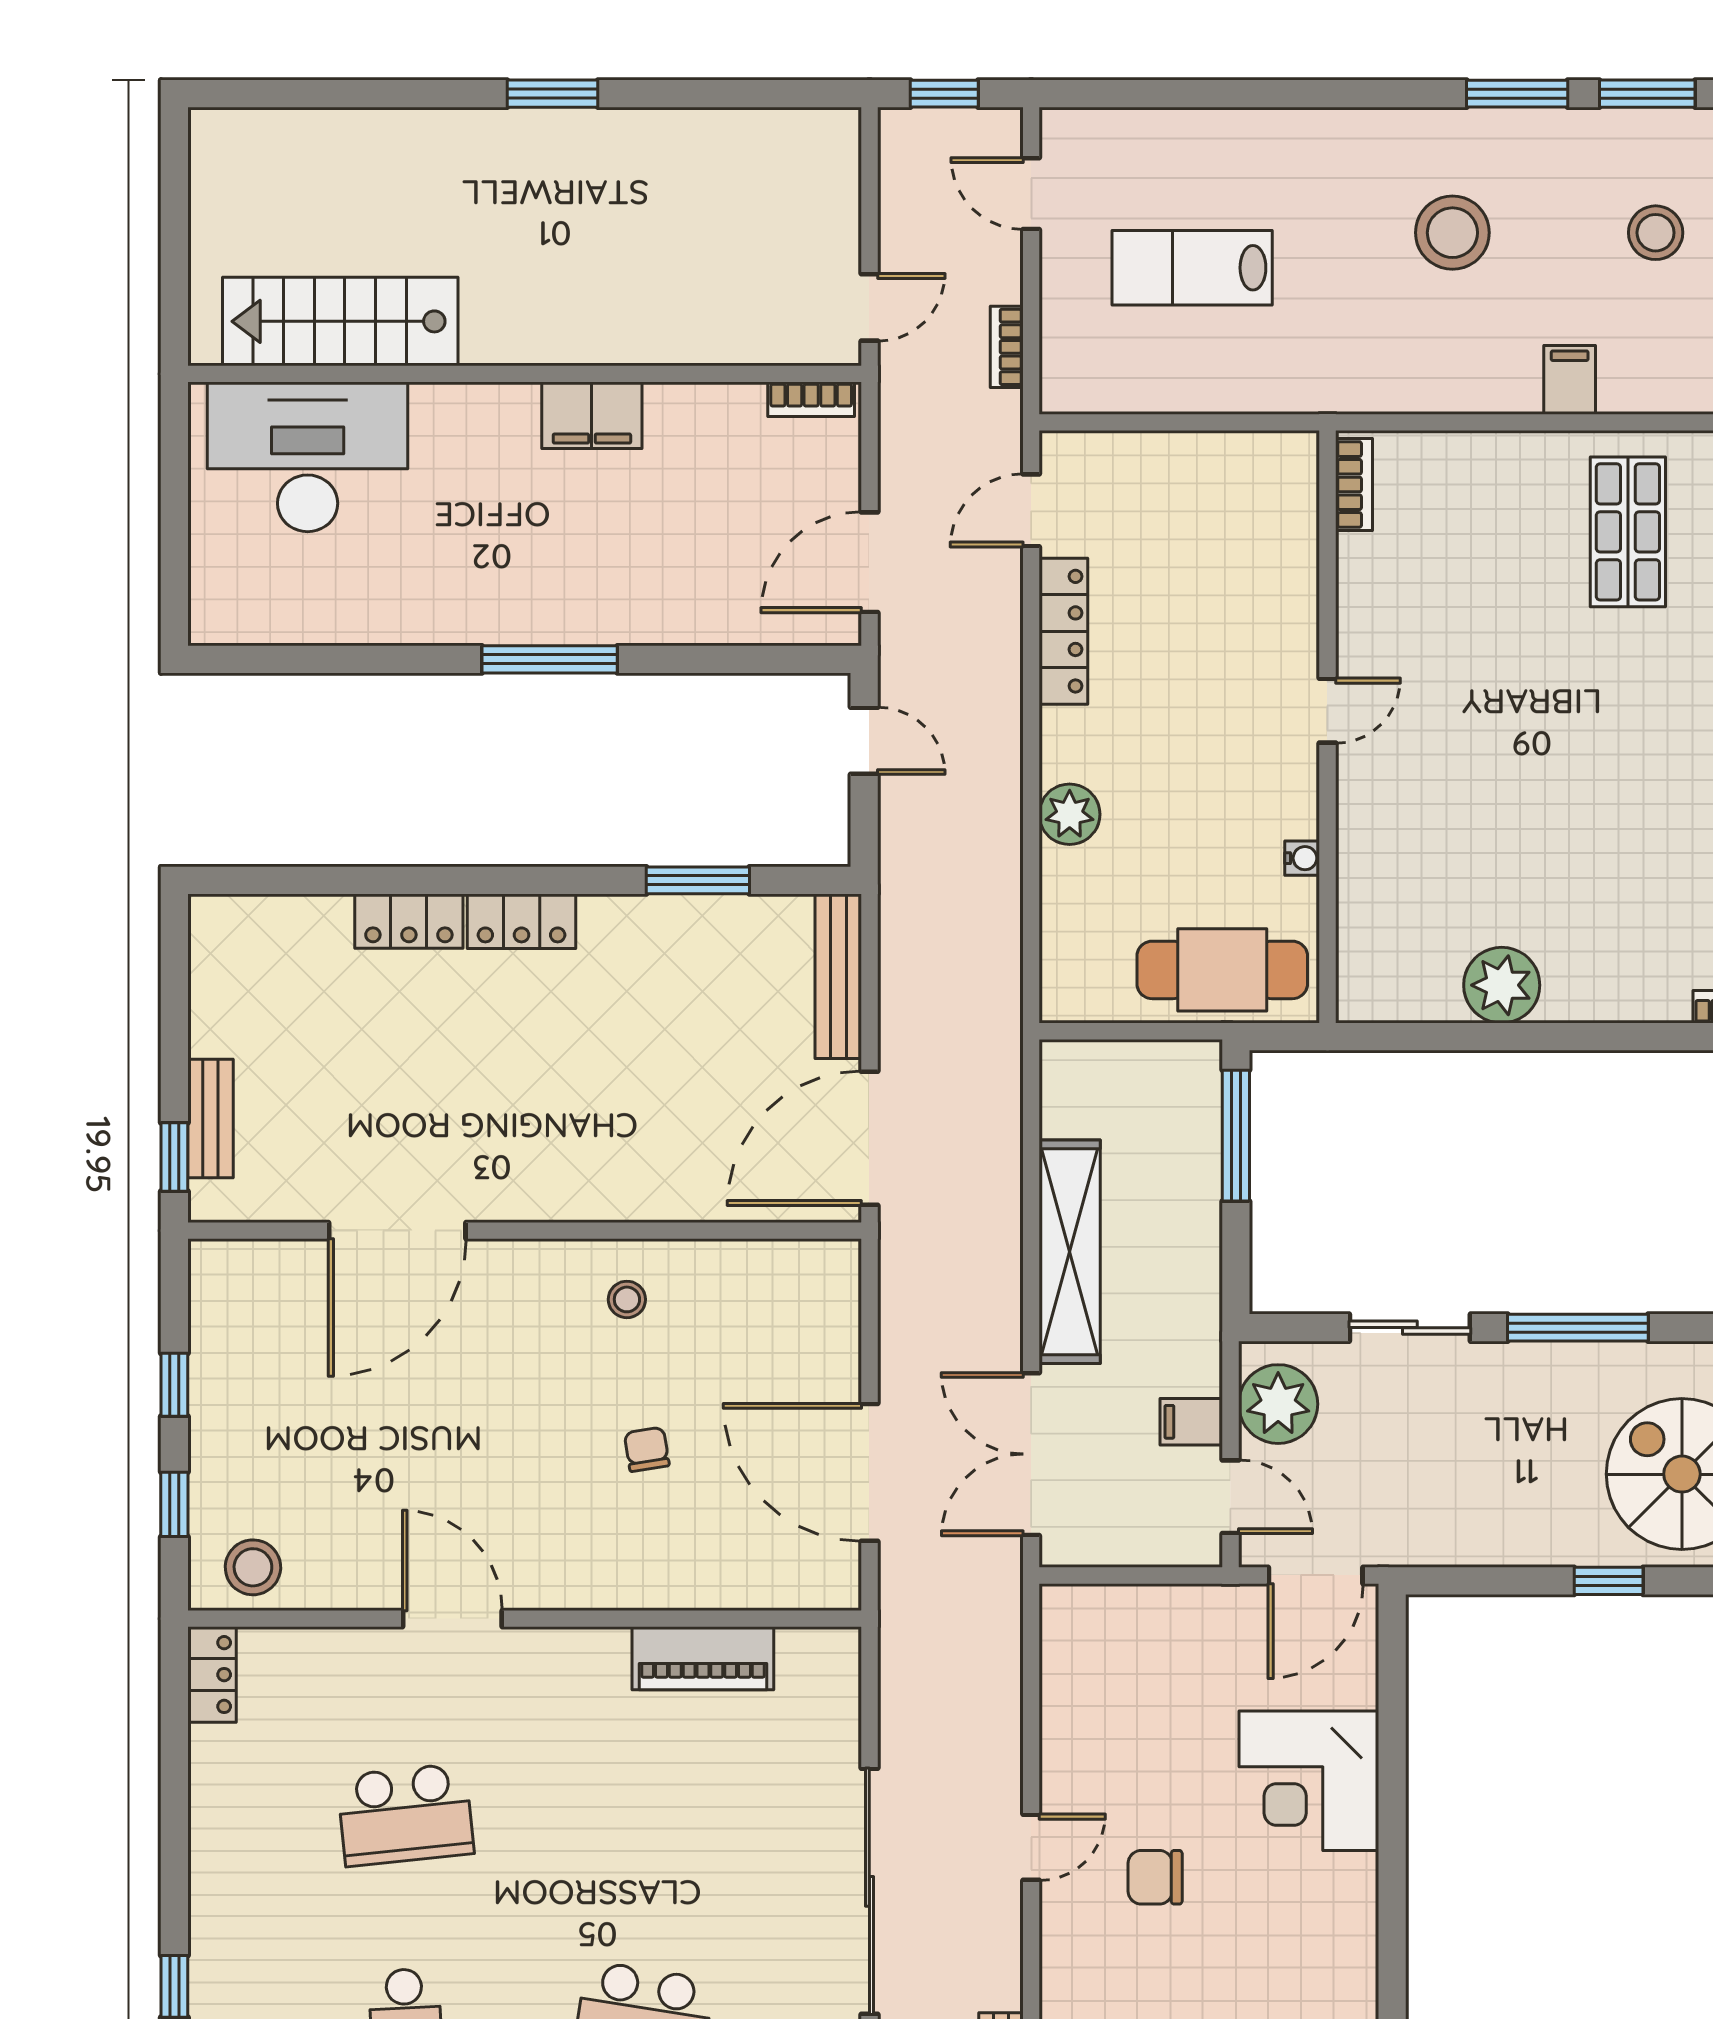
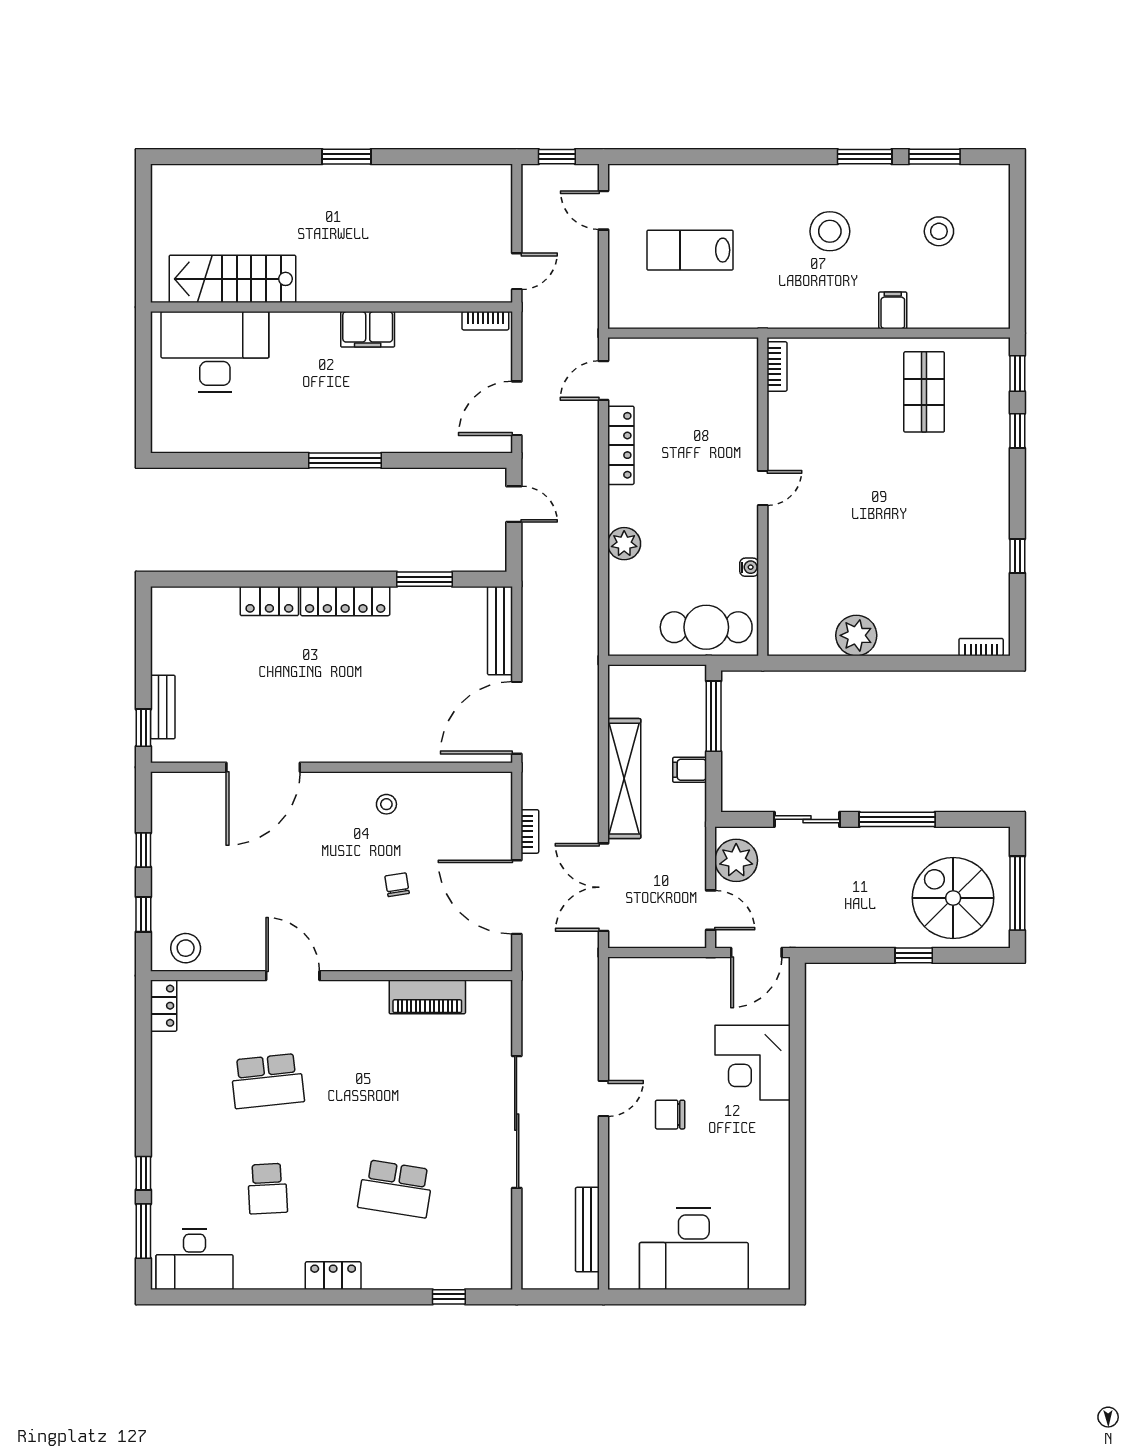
bookcase: (1007, 347) -> (530, 831), moved, turned 180
locker: (522, 921) -> (345, 601), width x1.53
filing cabinet: (1191, 1422) -> (690, 770), moved

